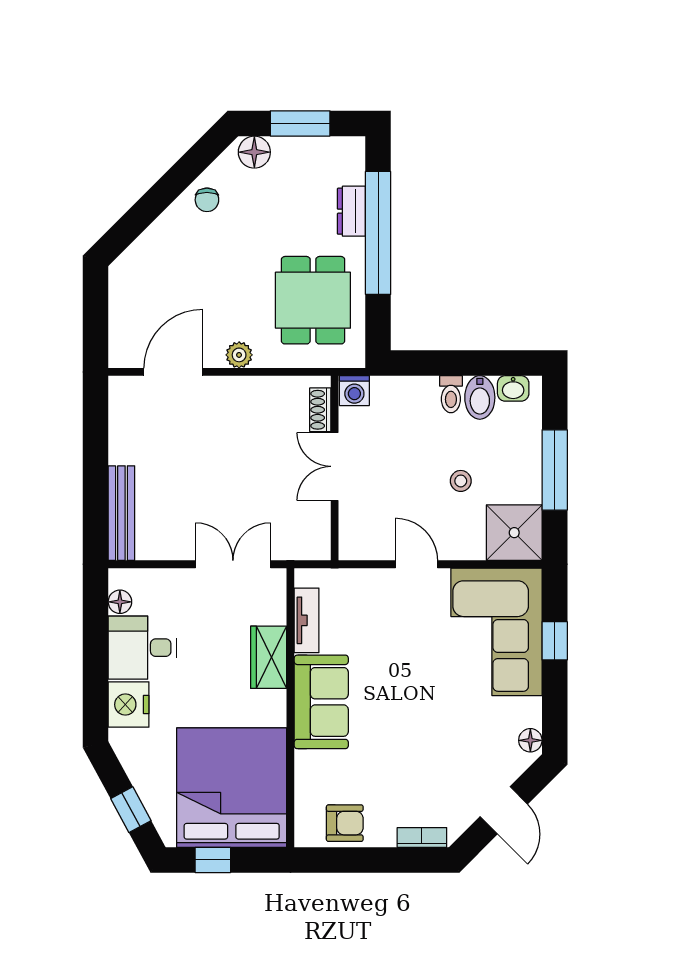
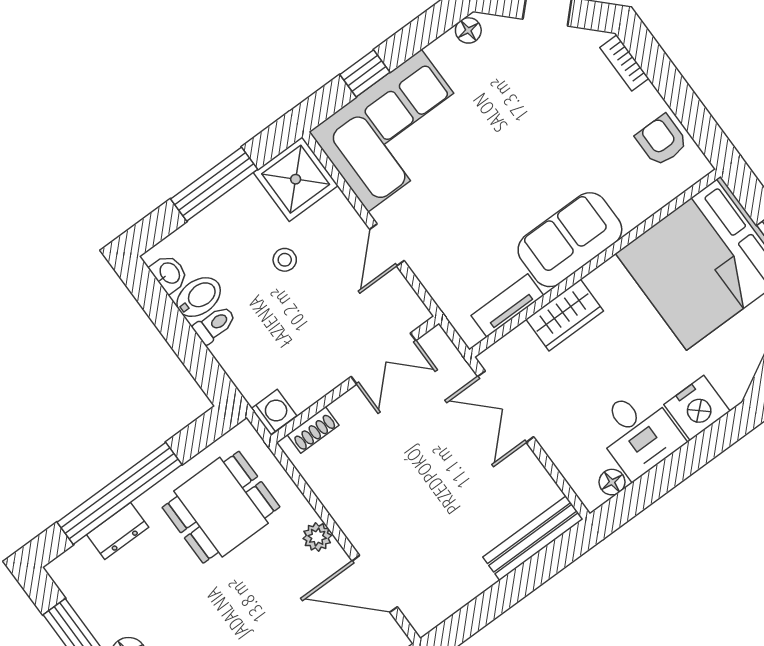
double door: (335, 466) -> (383, 359), moved

